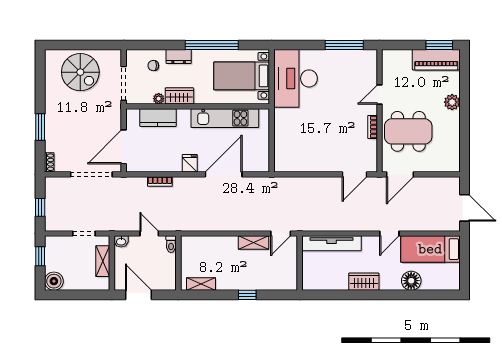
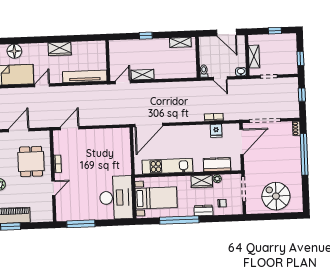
window: (40, 127) -> (304, 154), width x2.11
dining table: (408, 131) -> (31, 161), width x0.73
fridge: (190, 163) -> (216, 131), moved
door: (224, 174) -> (149, 125), moved
door: (400, 174) -> (19, 130), moved
boiler: (54, 281) -> (290, 40), removed
floor lamp: (411, 281) -> (14, 51), moved
window: (73, 295) -> (275, 31), added

